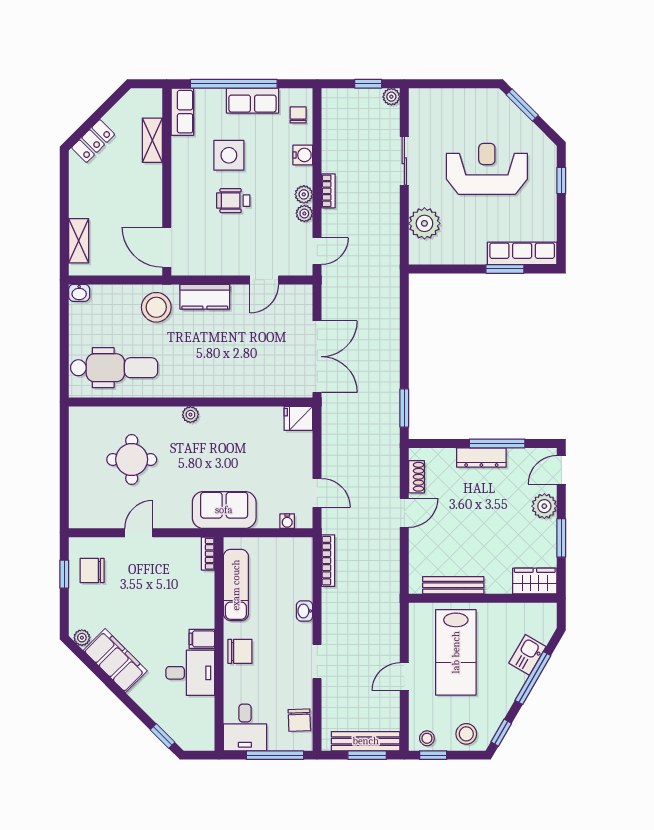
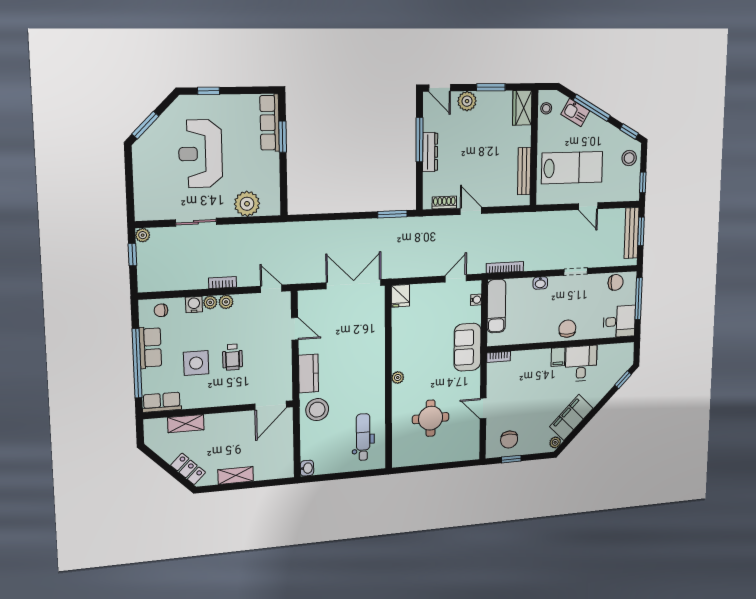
plant: (304, 213) -> (210, 302), moved
shelving: (79, 241) -> (236, 475), moved
dental chair: (114, 368) -> (363, 437), width x0.73, depth x0.72
exam couch: (236, 585) -> (496, 306), moved, turned 90
stool: (427, 738) -> (546, 108), moved

